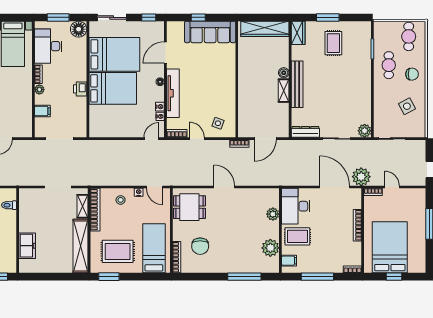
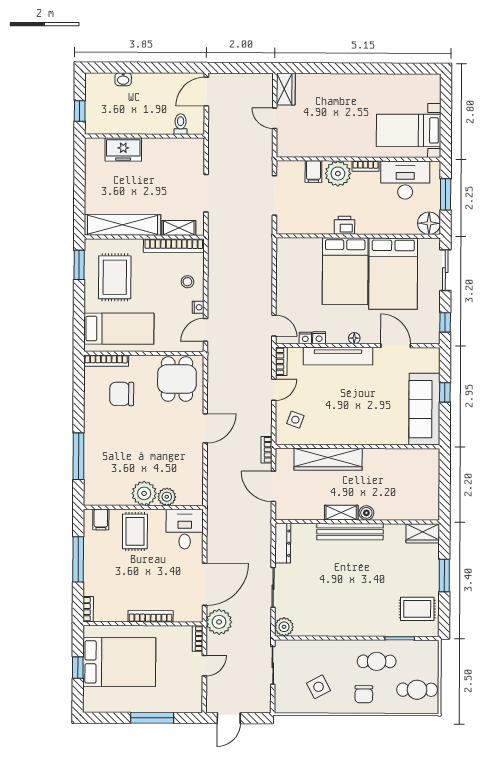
wardrobe: (265, 29) -> (328, 459), moved, turned -90
rug: (333, 43) -> (417, 609), moved
plant: (39, 89) -> (338, 174), width x1.87, depth x1.87
desk: (296, 206) -> (185, 529), width x0.73
plant: (270, 248) -> (144, 493), moved

